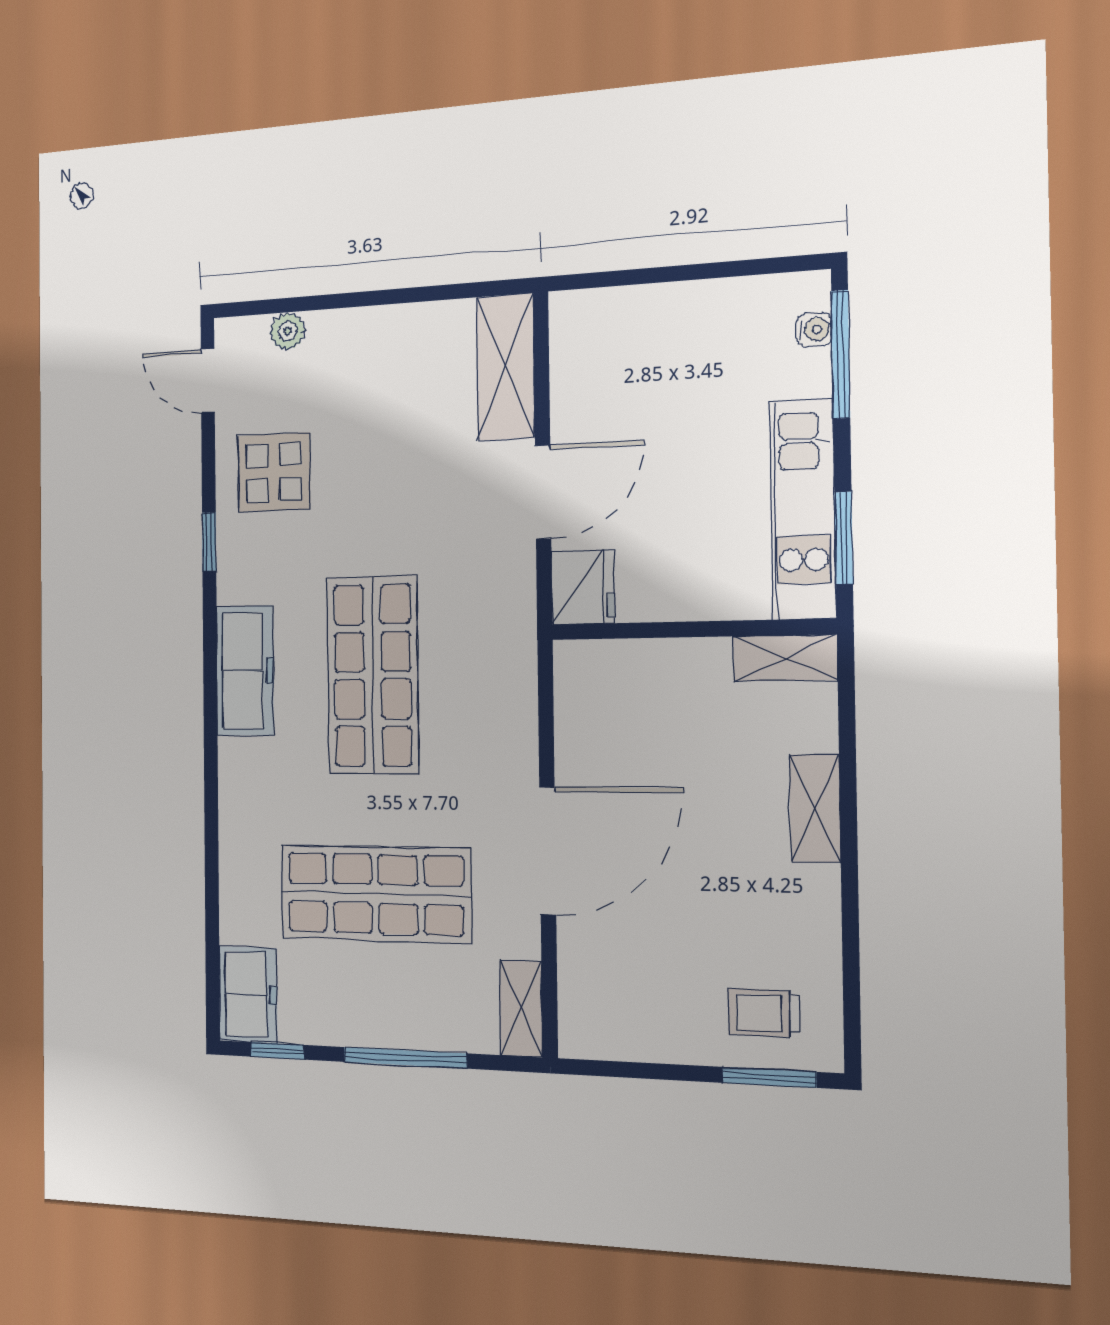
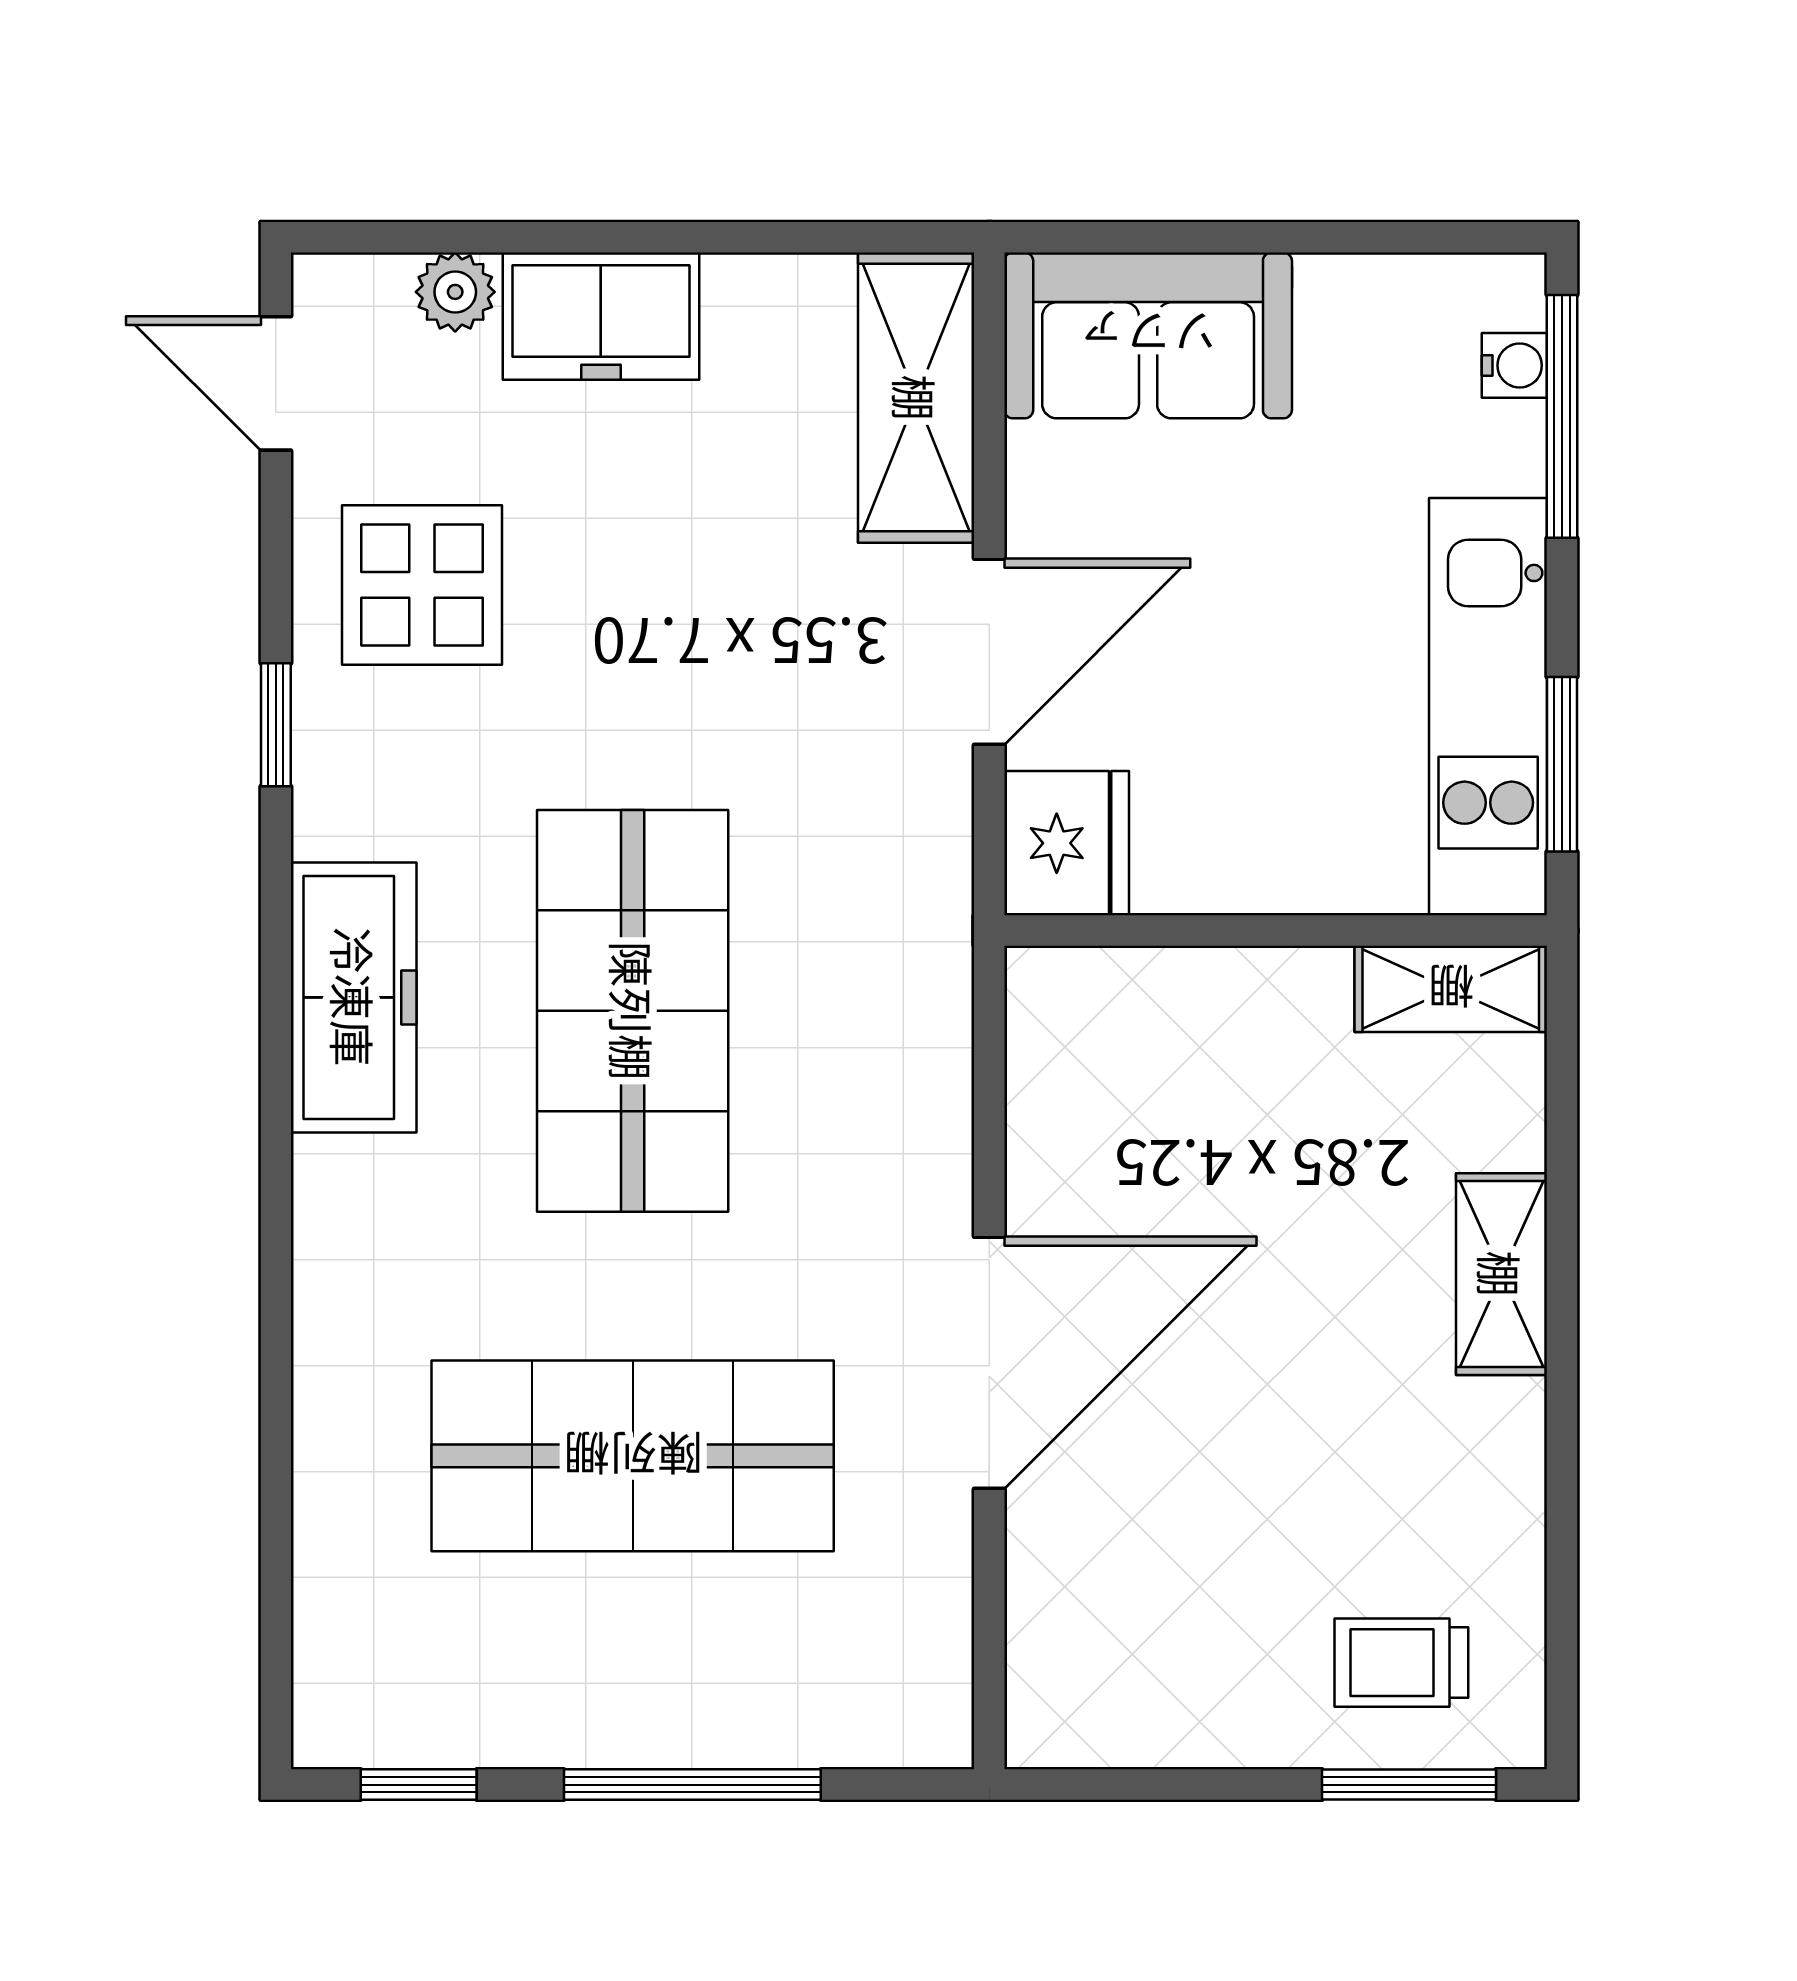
sofa: (621, 328) -> (1148, 335), added
freezer: (248, 995) -> (601, 316), moved, turned 90
shelving: (521, 1009) -> (932, 1675), removed

